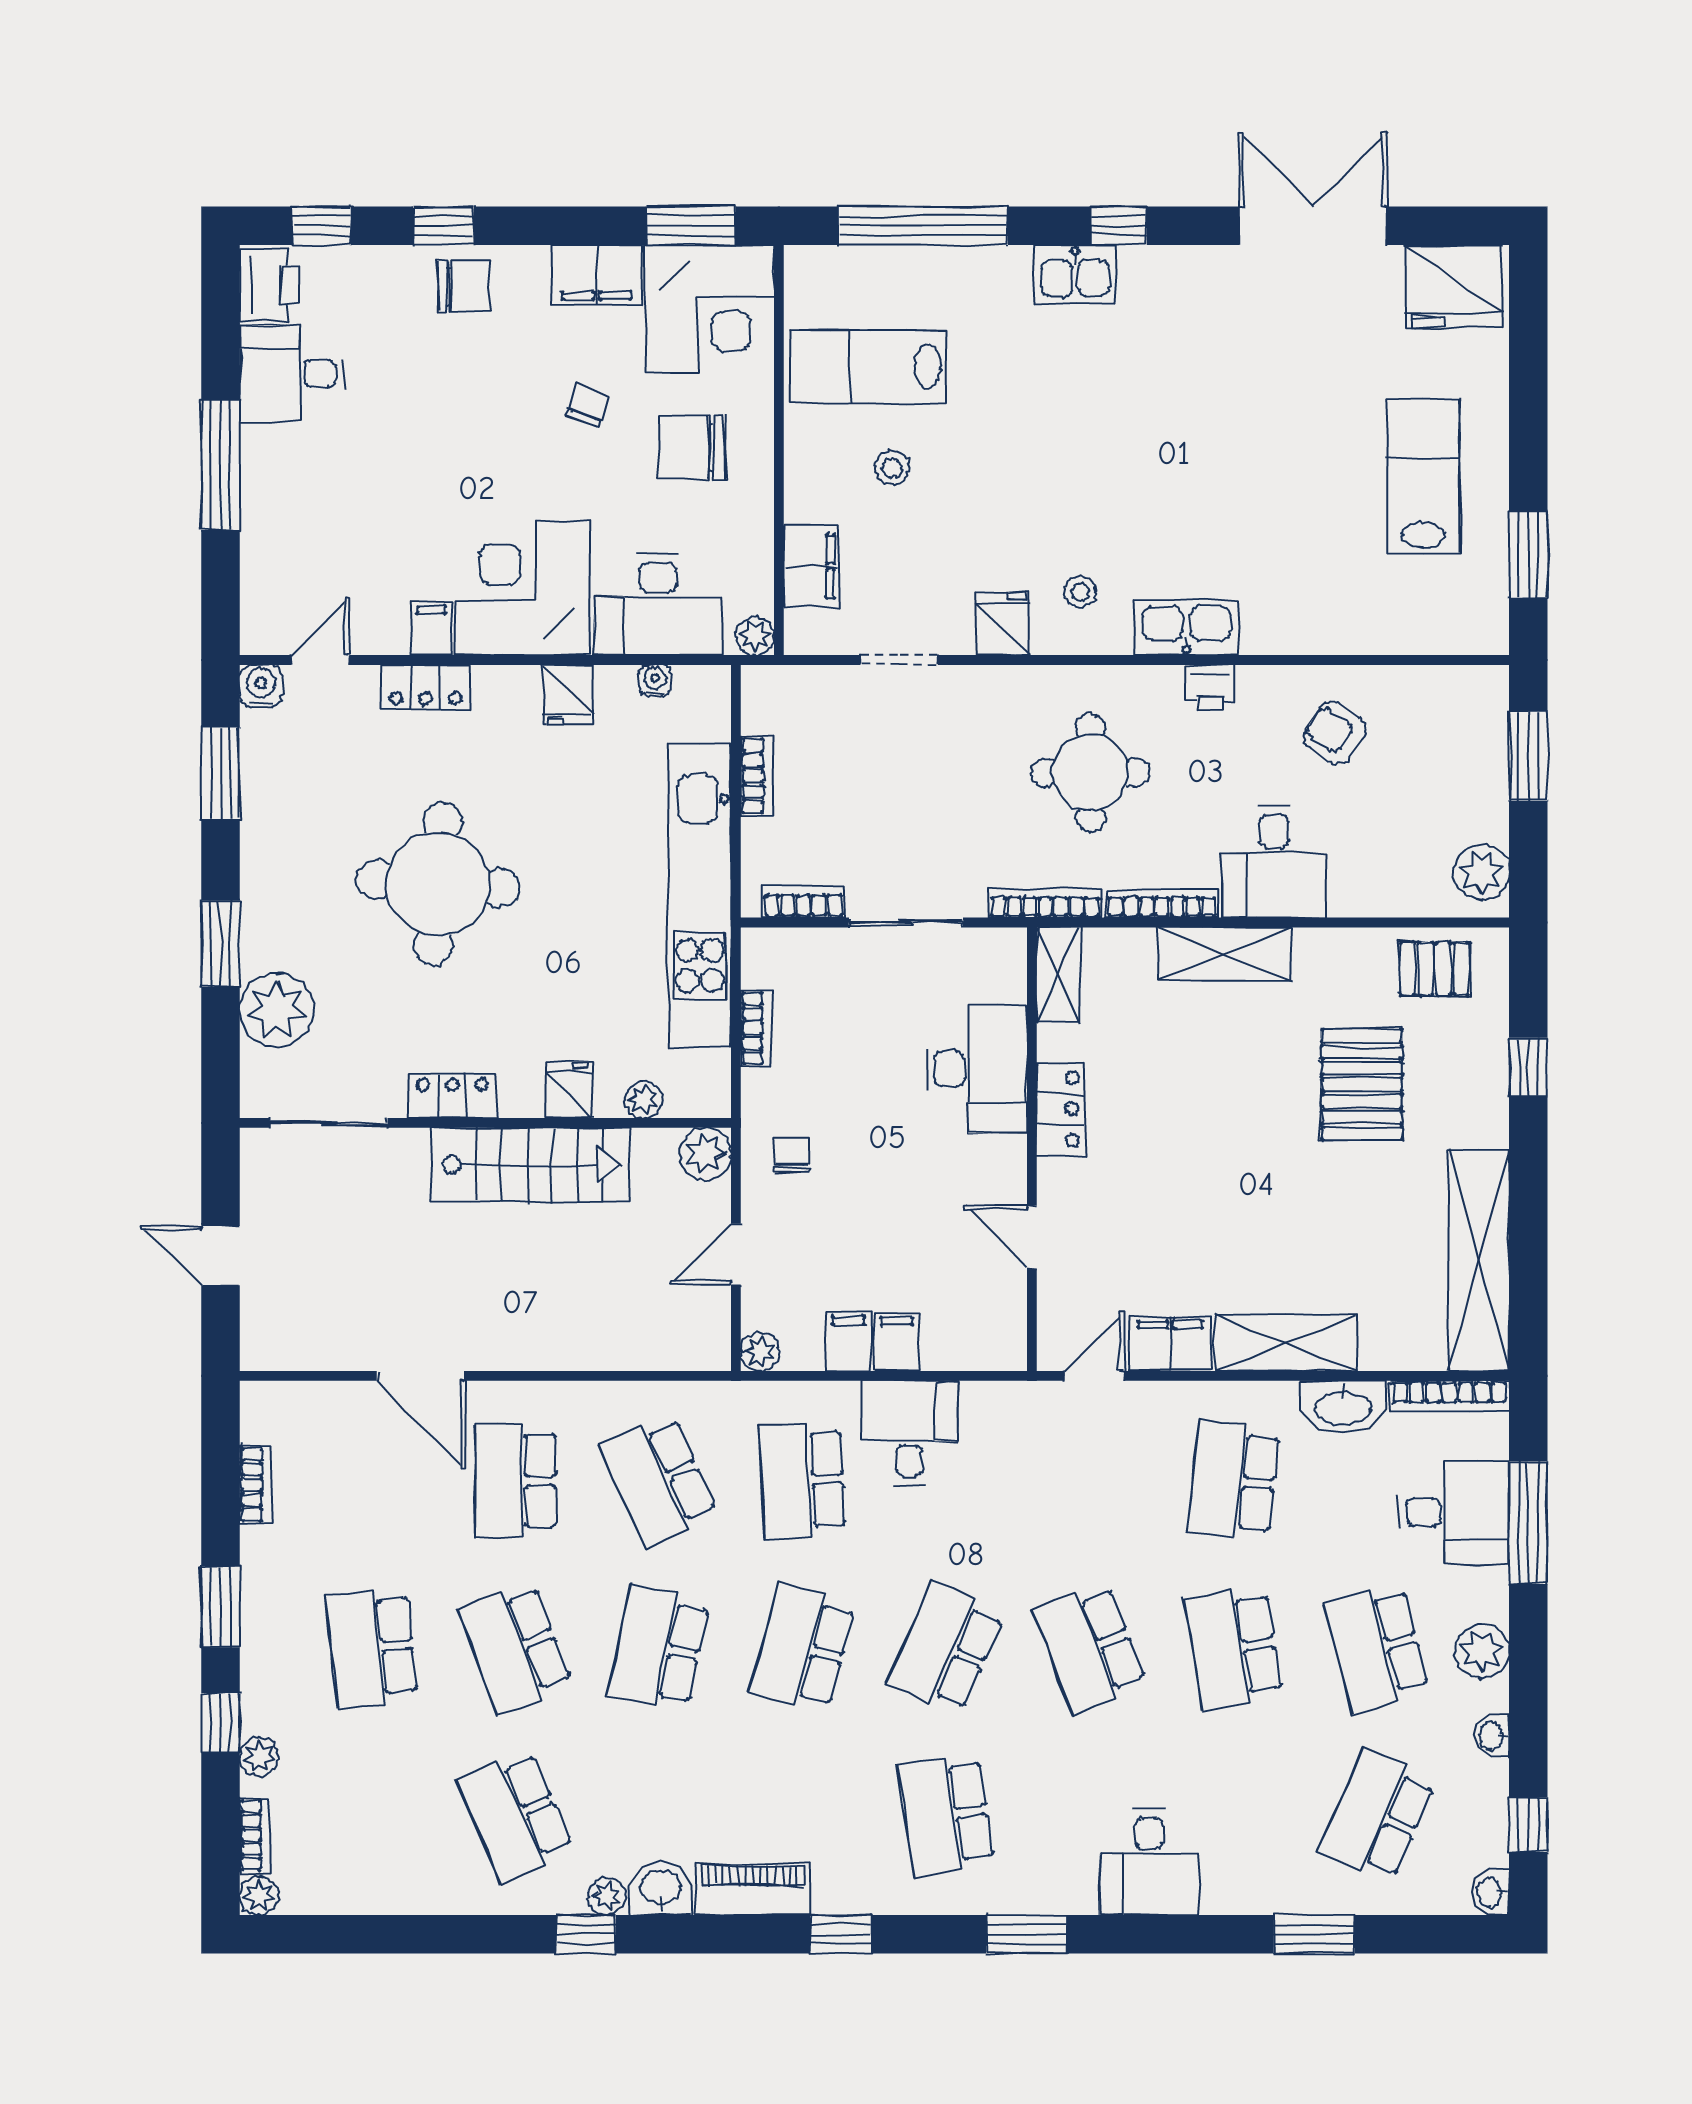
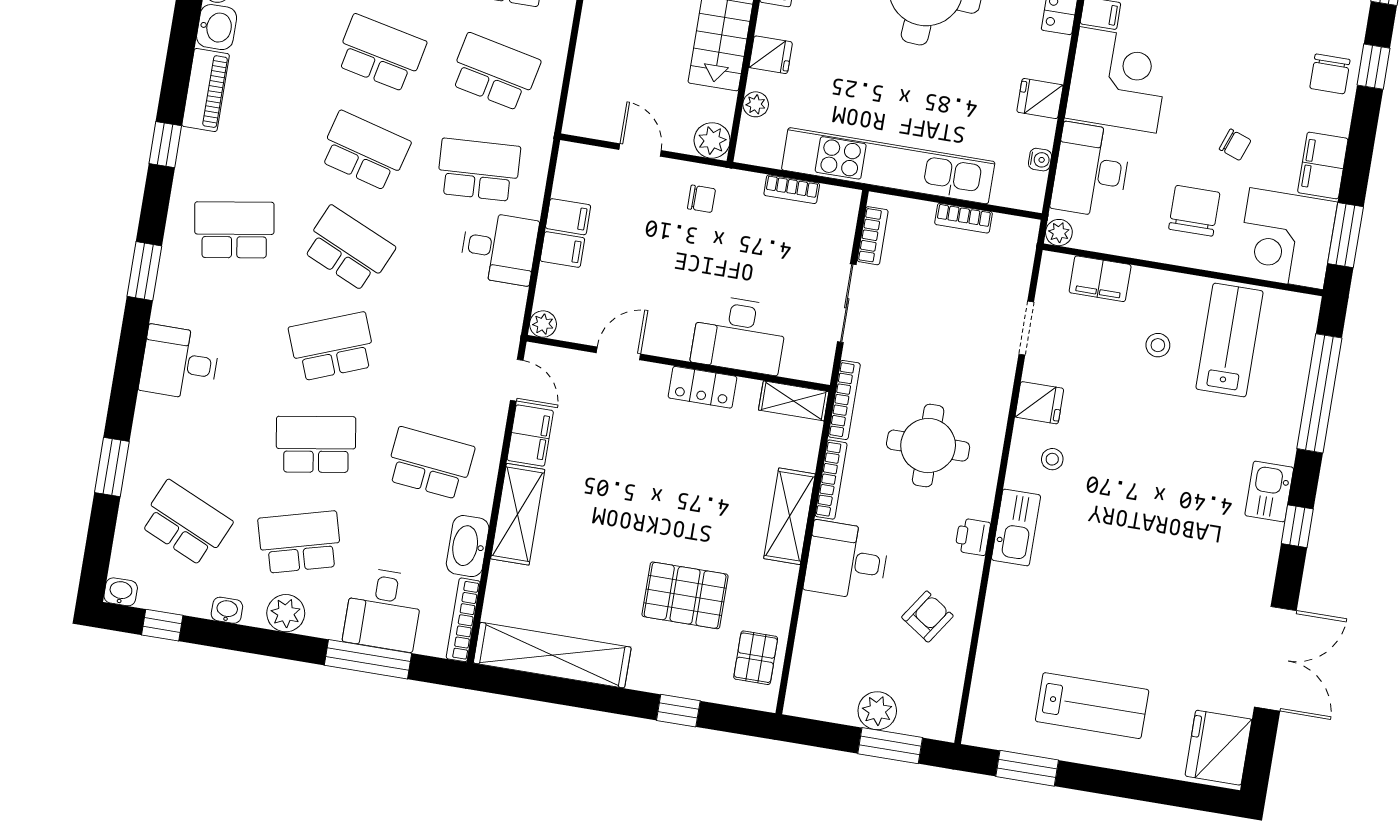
plant: (1481, 873) -> (877, 711), moved
plant: (760, 1352) -> (543, 324), moved
school desk: (659, 1481) -> (495, 72), turned 36

